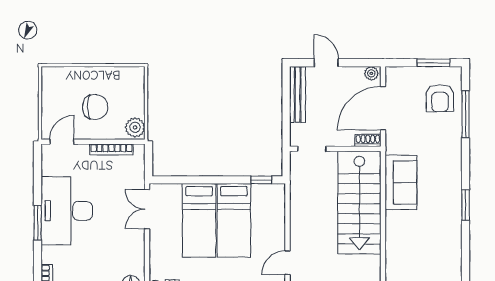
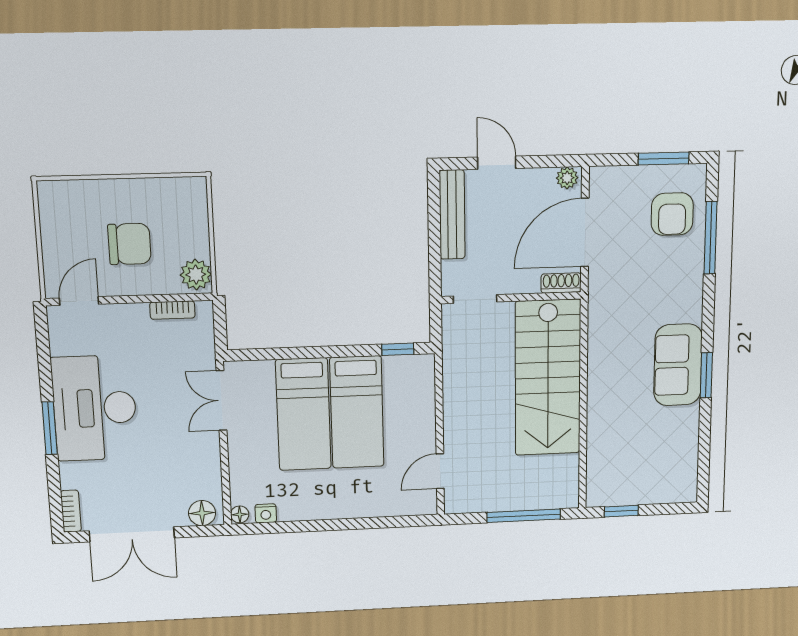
bookcase: (111, 149) -> (172, 310), width x0.64
sofa: (401, 182) -> (678, 365), moved, turned 180

